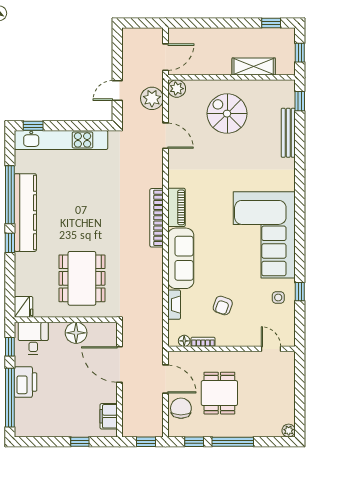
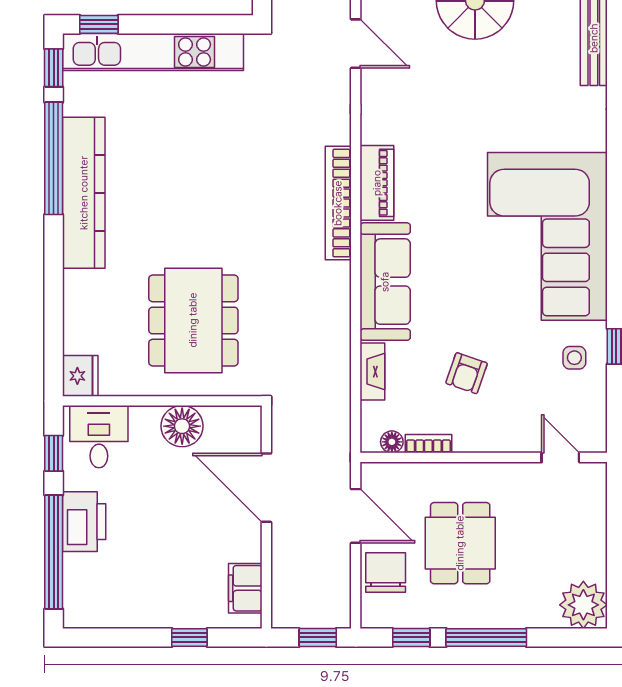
window: (10, 243) -> (54, 68), moved
plant: (289, 431) -> (583, 605), width x1.88, depth x1.88

